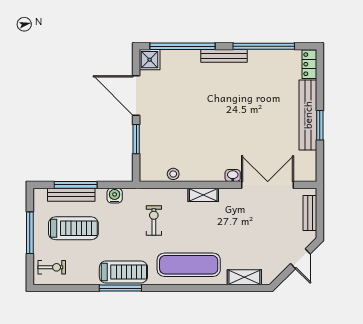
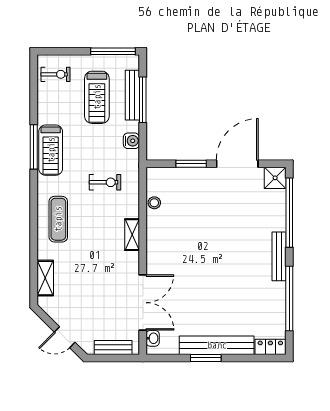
washbasin: (233, 176) -> (153, 338), moved
window: (30, 233) -> (113, 51), moved
exercise mat: (189, 265) -> (58, 219), width x0.73, depth x0.69
exercise bike: (52, 267) -> (56, 74), turned -90

